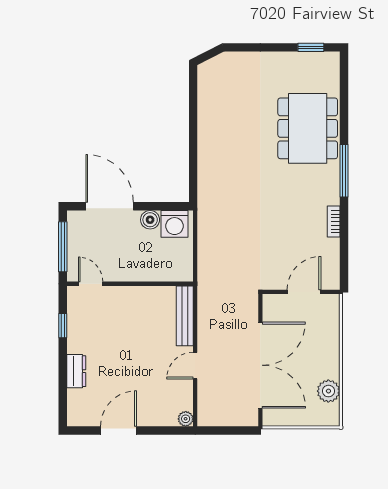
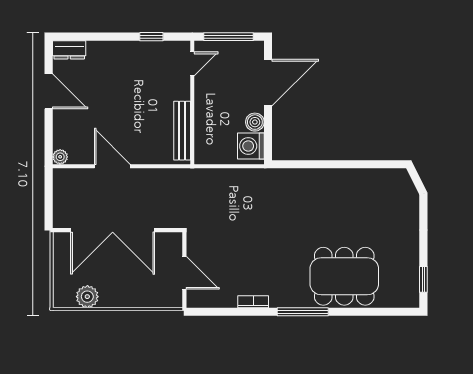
bench: (185, 316) -> (182, 131), moved, turned 90
door: (195, 366) -> (112, 166), width x1.38
dresser: (76, 371) -> (69, 50), moved

